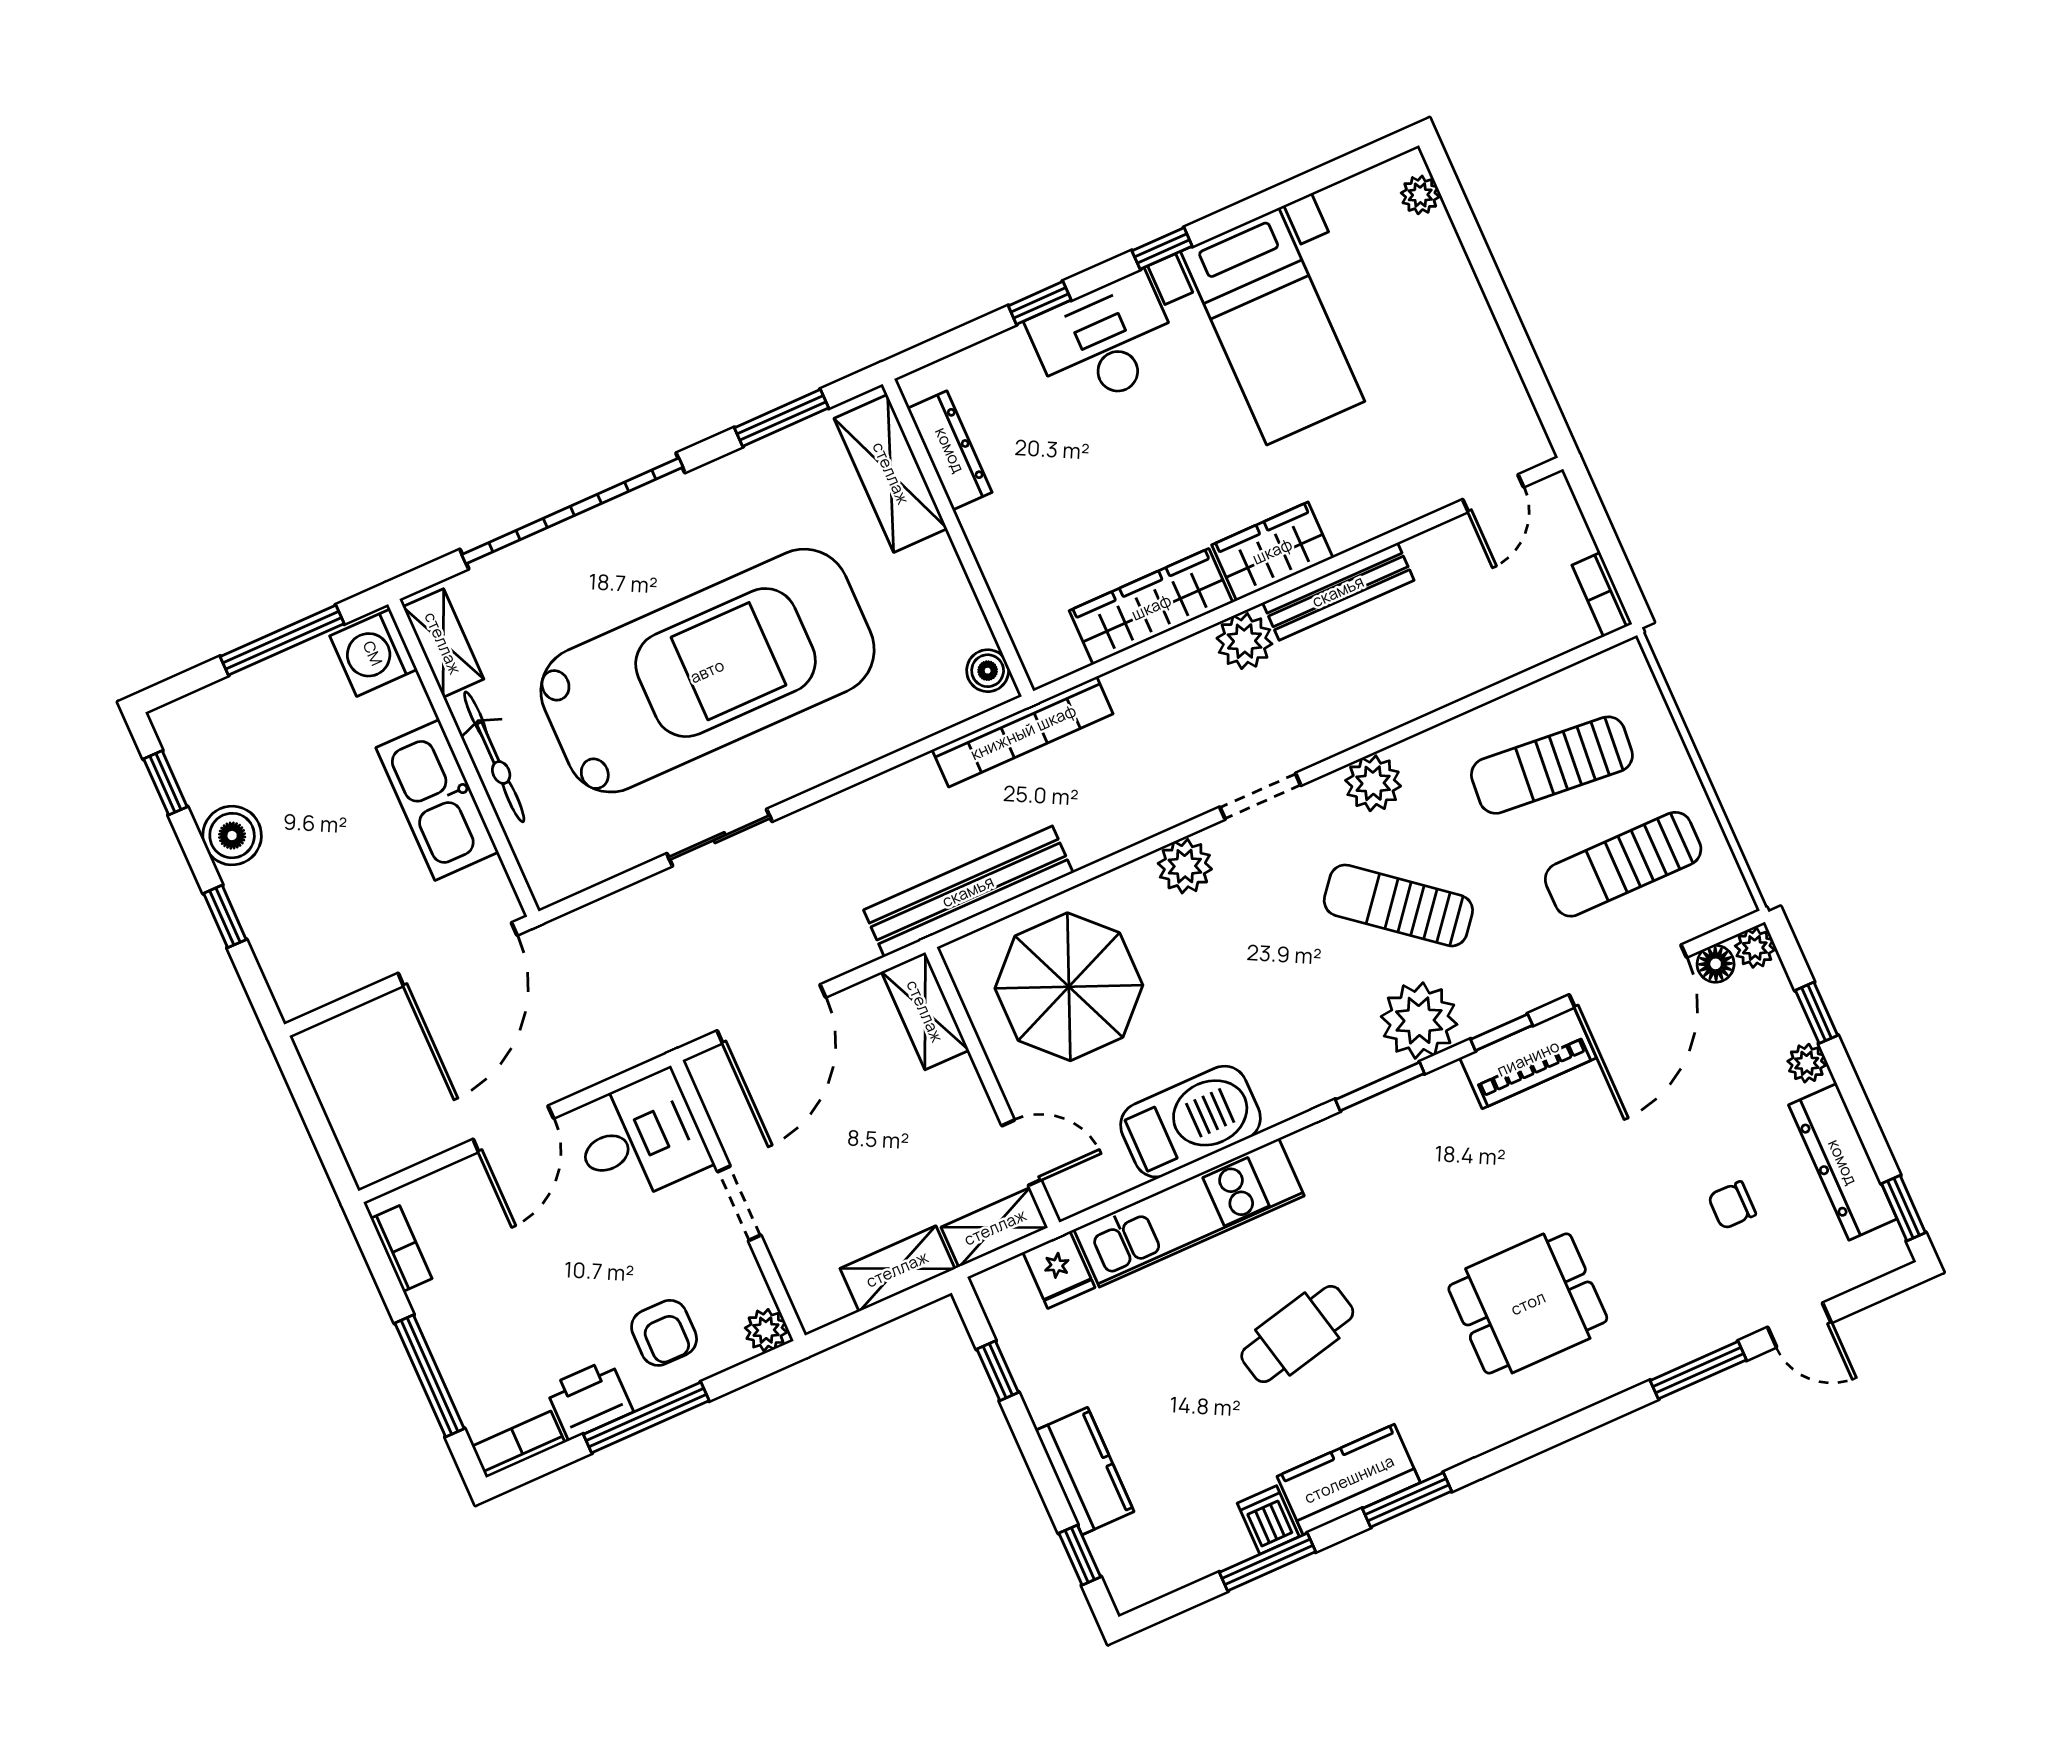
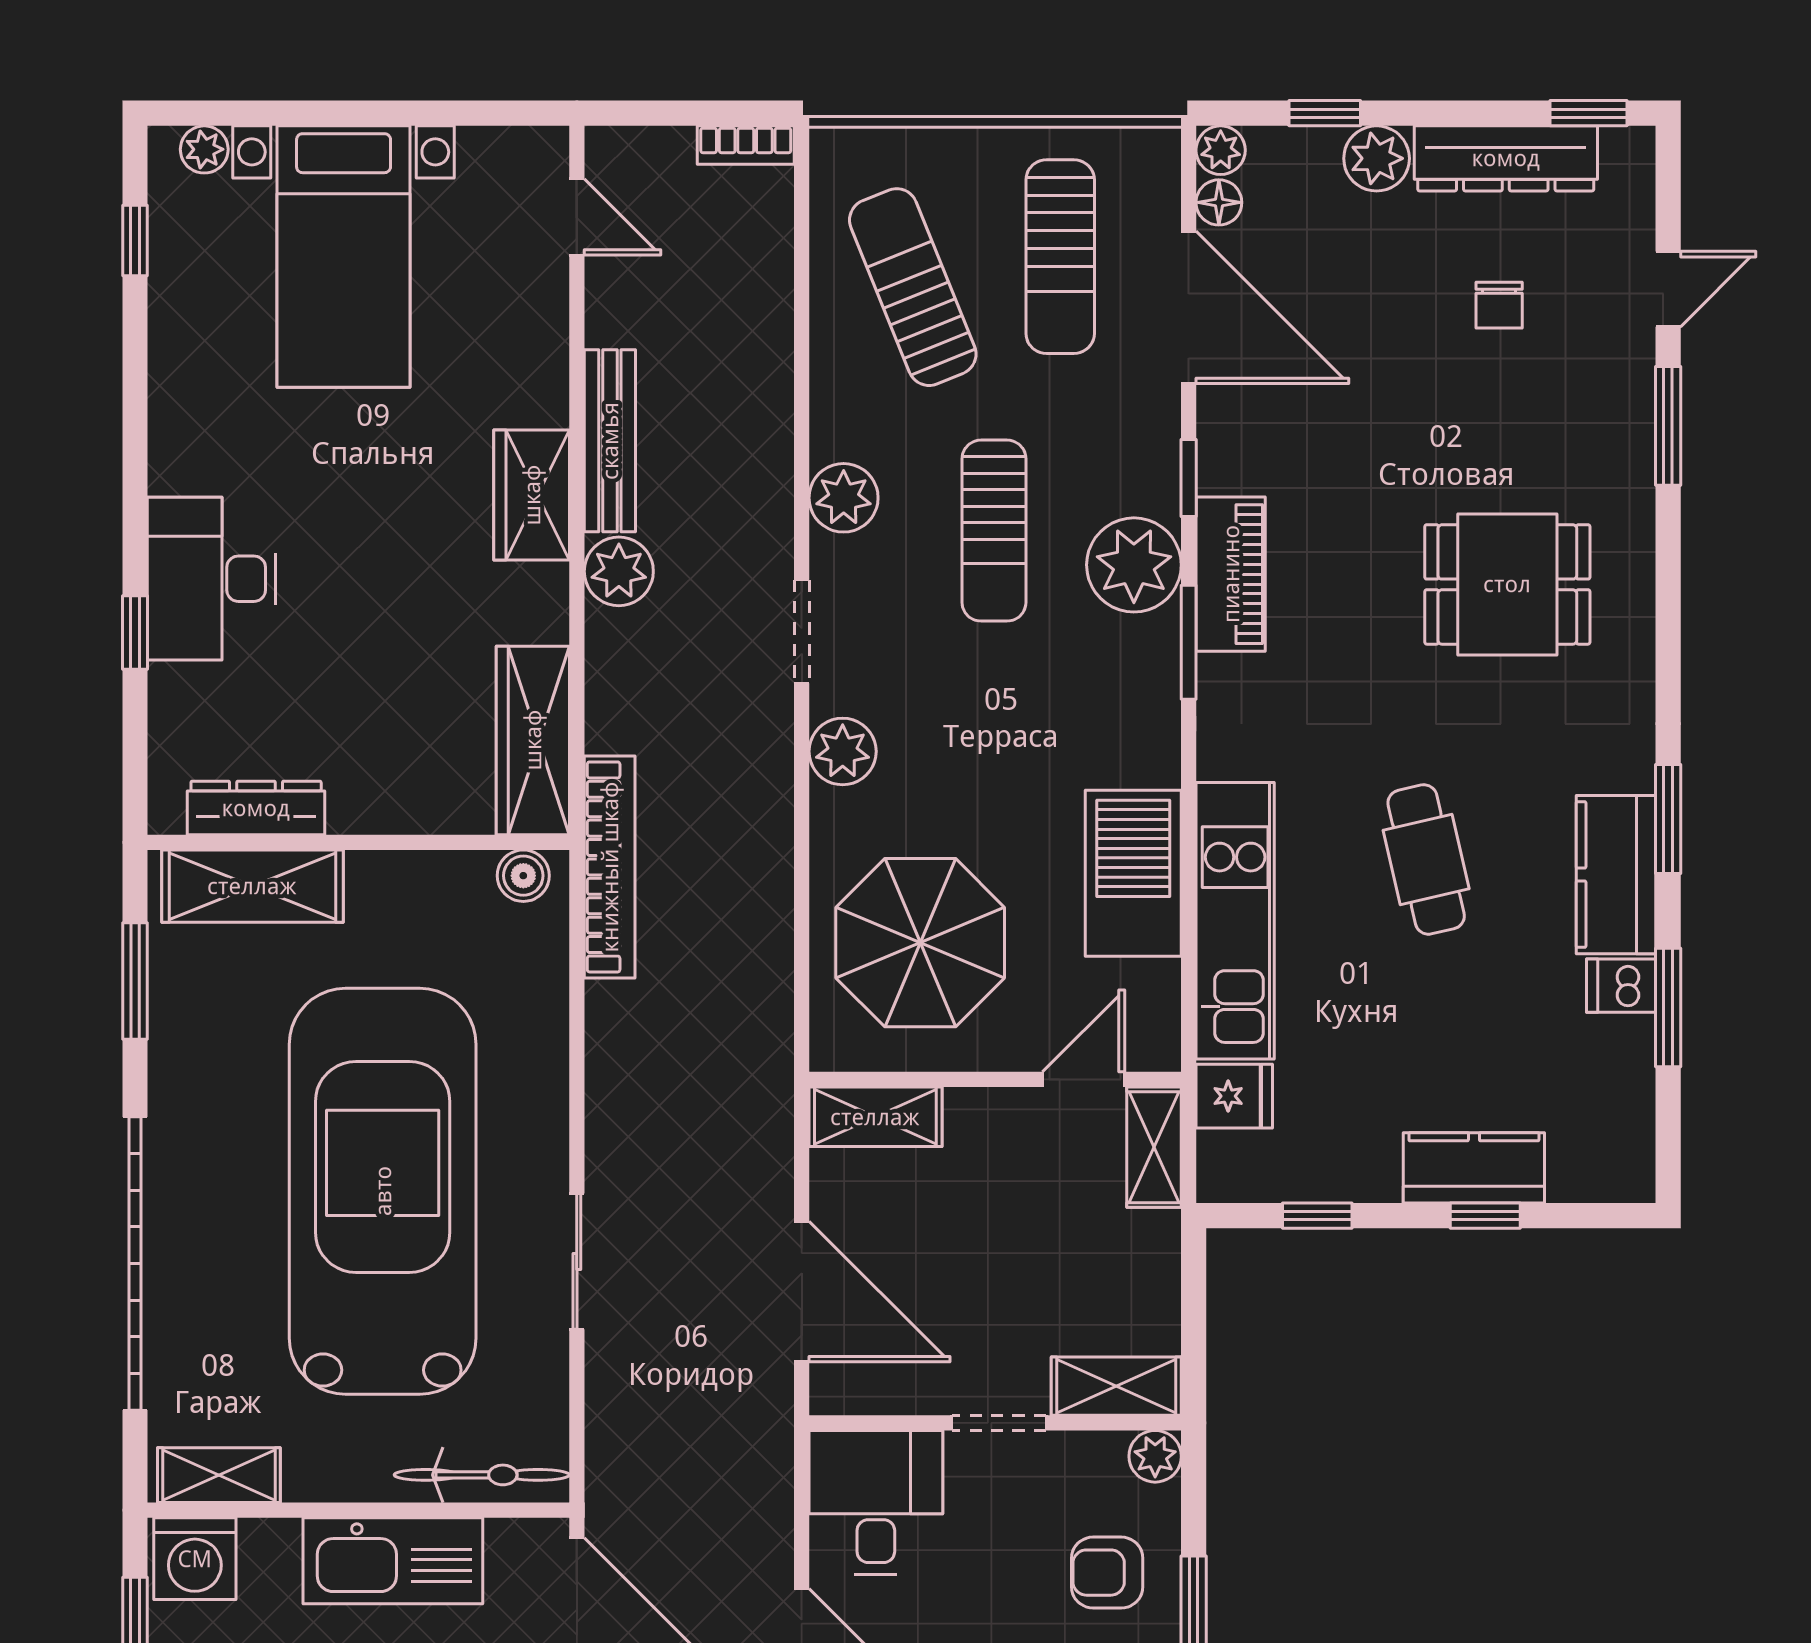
window: (1162, 248) -> (135, 241), moved
bed with nightstands: (1273, 326) -> (344, 257), moved, turned 90
wardrobe: (1151, 607) -> (533, 740), moved
bicycle: (494, 757) -> (482, 1475), moved
sun lounger: (1552, 765) -> (913, 287), turned 153
bench: (968, 891) -> (762, 1008), removed
sun lounger: (1398, 905) -> (994, 531), turned -39
piano: (1528, 1058) -> (1231, 574), moved
plant: (1807, 1063) -> (1377, 158), width x1.38, depth x1.38
shelving: (897, 1269) -> (1116, 1386), moved, turned 90
dining table: (1528, 1303) -> (1507, 584), turned 90
armchair: (664, 1333) -> (1107, 1573), turned 180
window: (1080, 1555) -> (1485, 1216), moved

